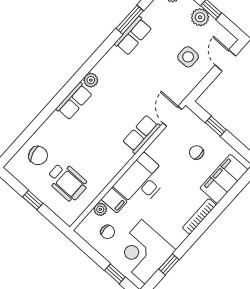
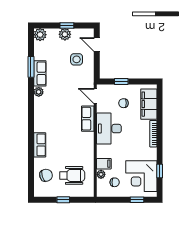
plant: (91, 80) -> (39, 92), moved
row of seats: (74, 101) -> (40, 145), moved
desk: (142, 181) -> (109, 129), moved

